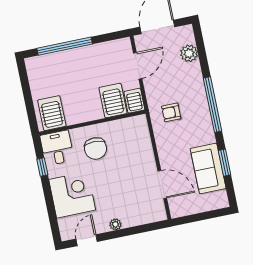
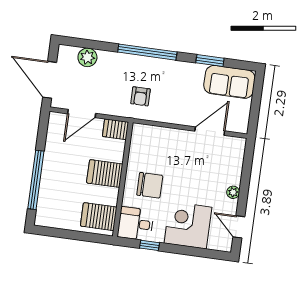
door: (138, 66) -> (82, 114), swing flipped
server rack: (113, 101) -> (105, 173), moved
sofa: (208, 168) -> (229, 82), moved

